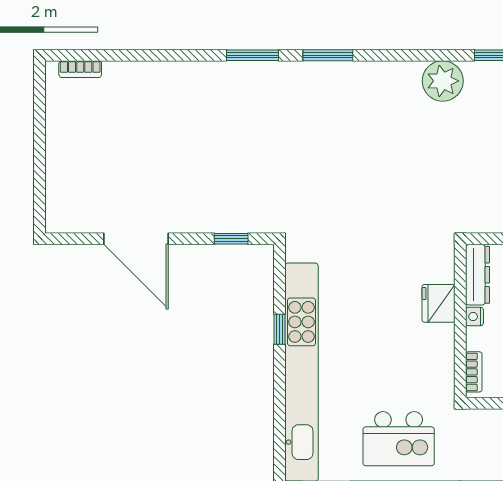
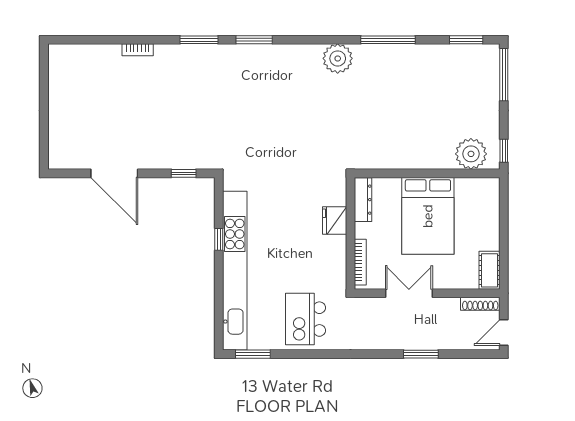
bookcase: (80, 69) -> (138, 50), moved
nightstand: (474, 316) -> (361, 230), removed
bookcase: (474, 372) -> (360, 262), width x1.56
kitchen island: (399, 439) -> (306, 319), turned 90

